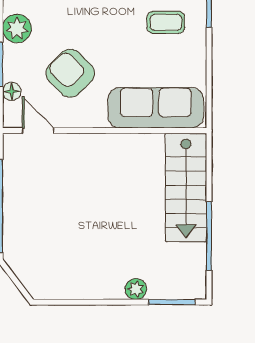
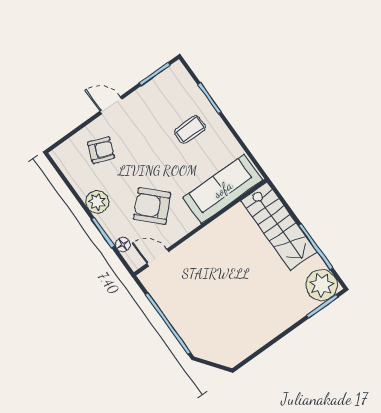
plant: (136, 289) -> (322, 285), moved, width x1.88, depth x1.88

